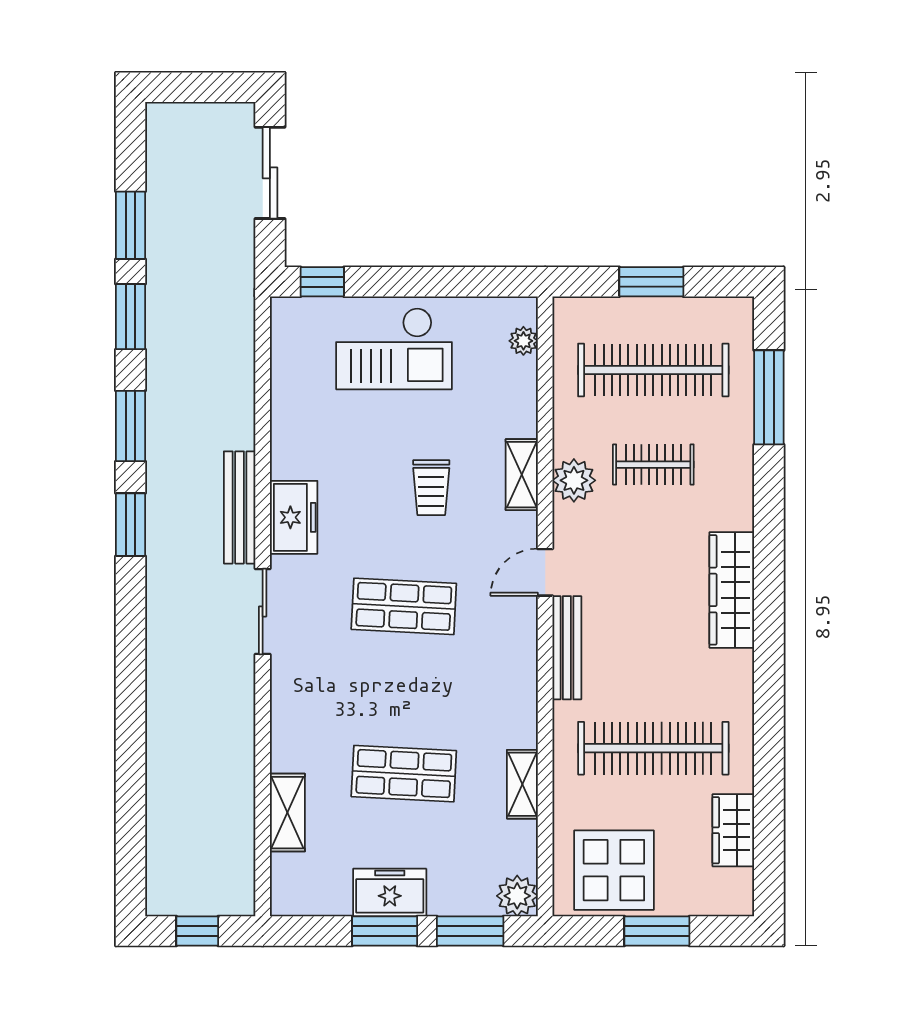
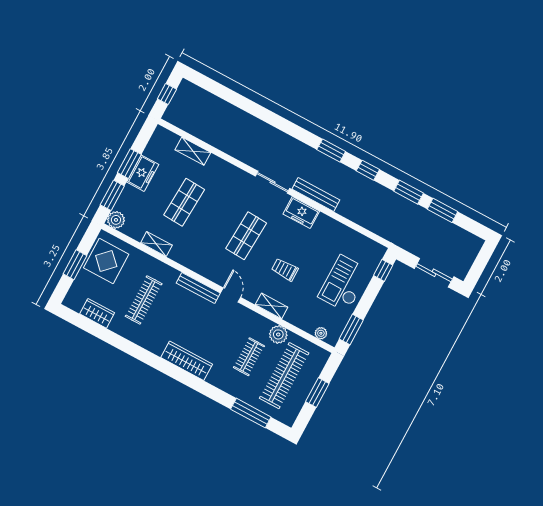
window: (482, 282) -> (351, 330), added
window: (131, 426) -> (368, 170), width x0.67
plant: (574, 480) -> (278, 334), moved
clothes rail: (653, 748) -> (144, 300), width x0.73, depth x0.76

